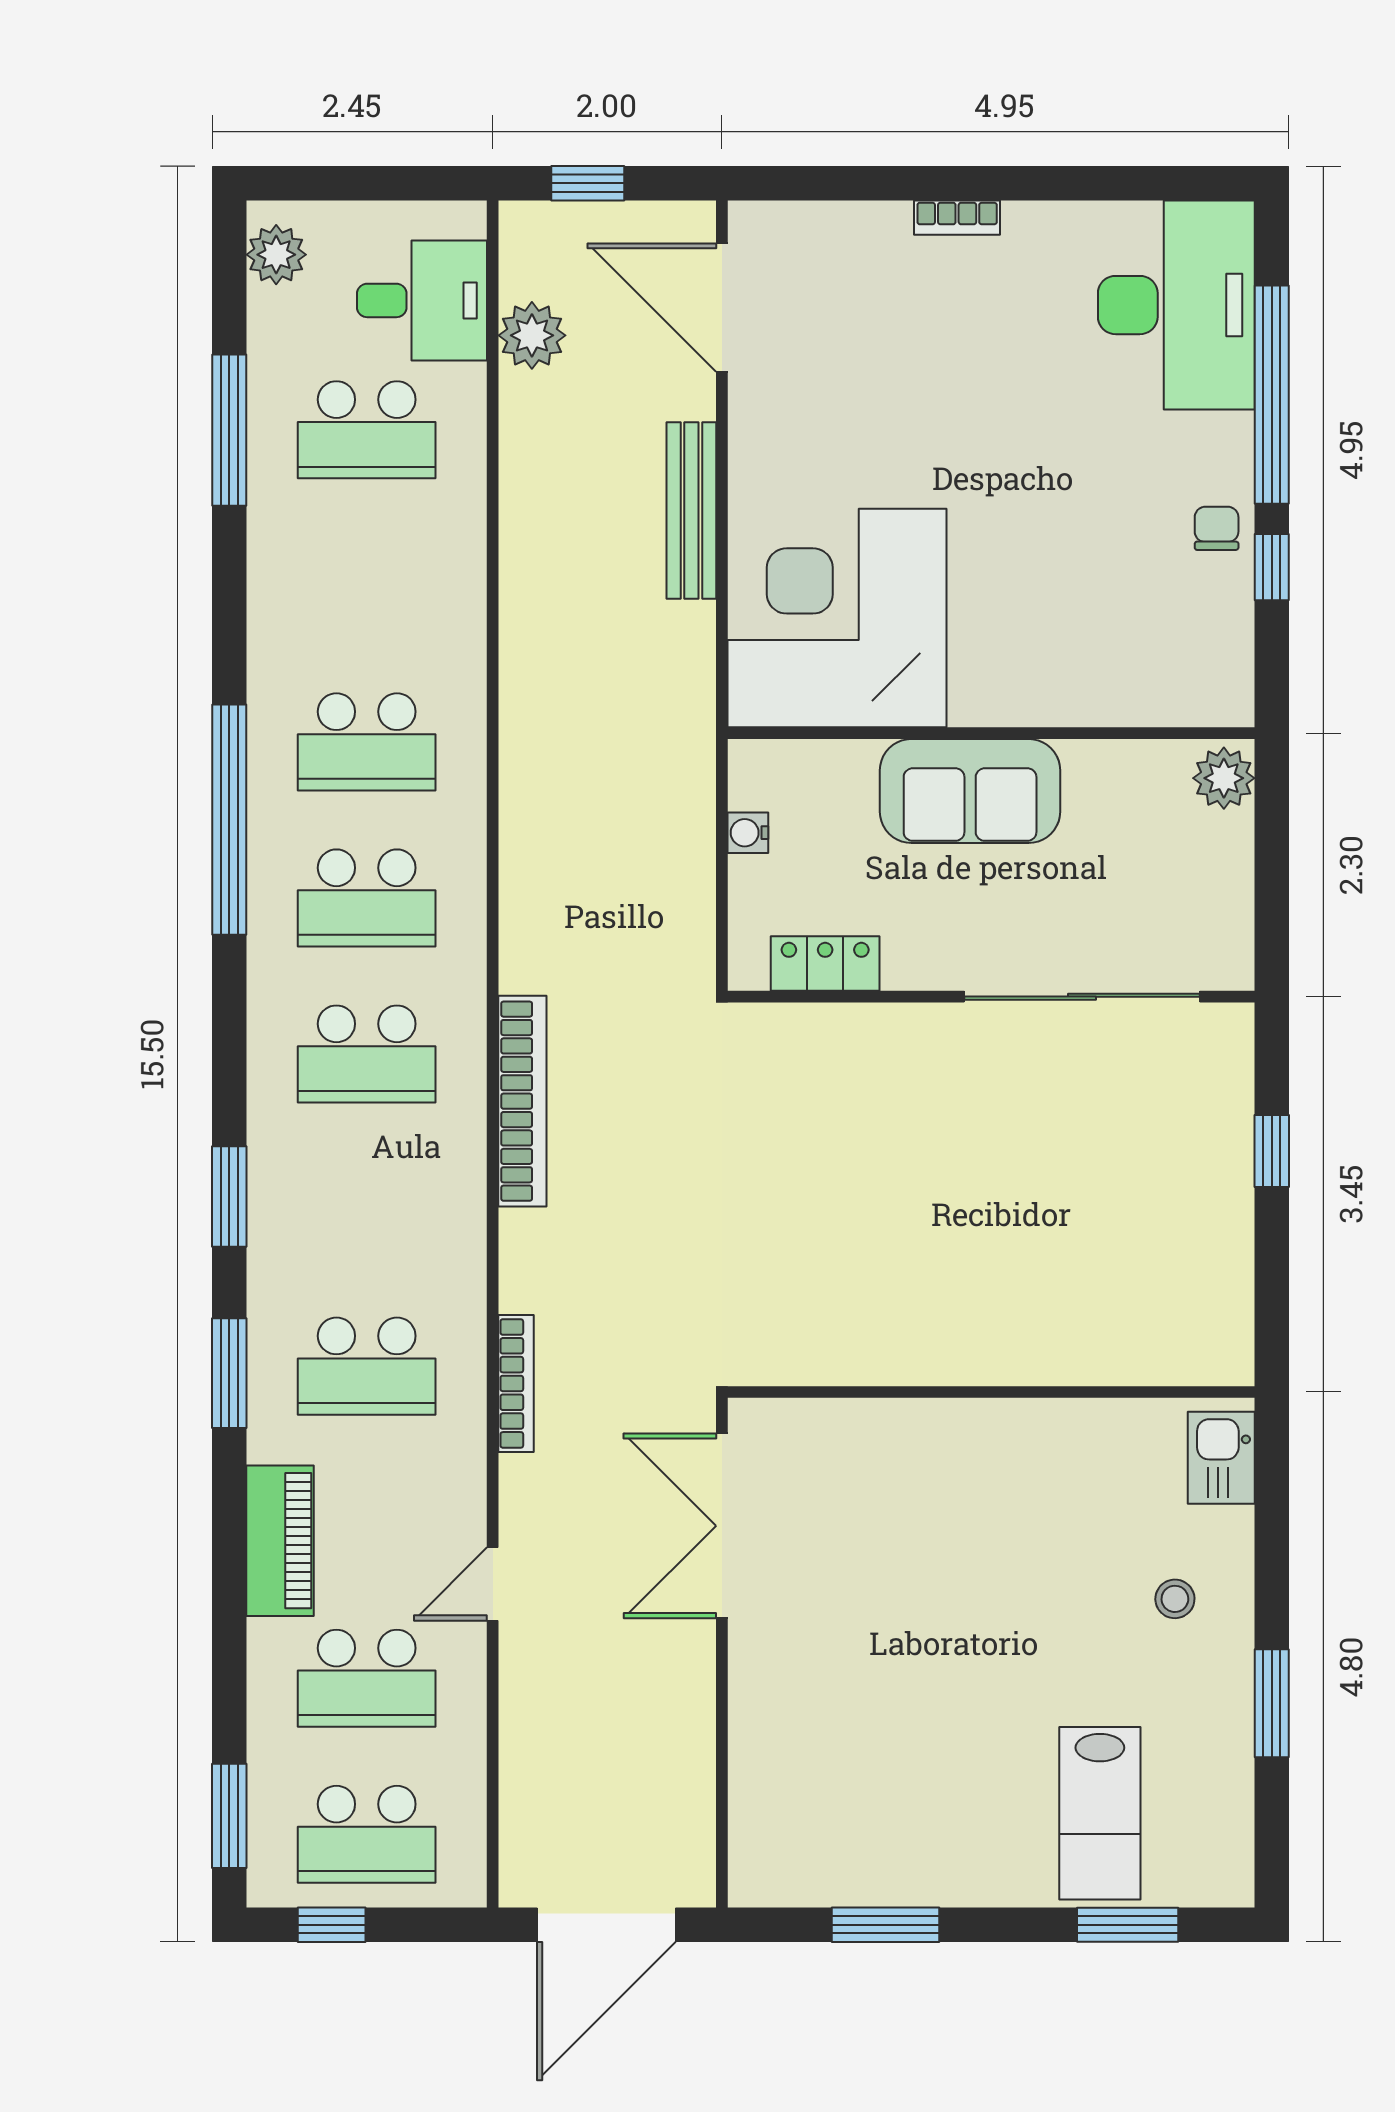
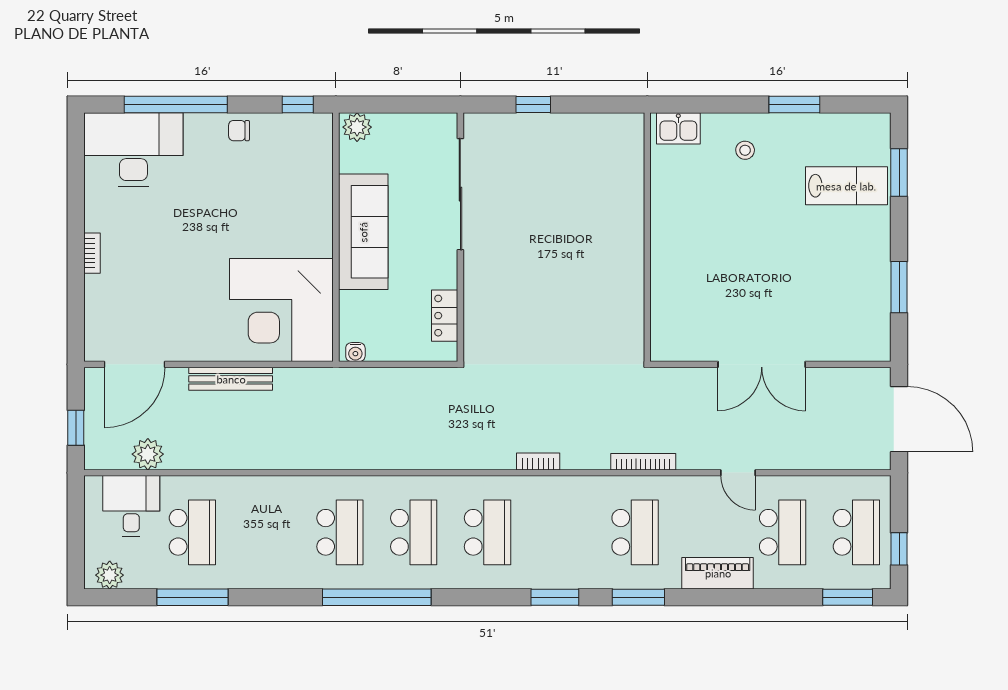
window: (1272, 567) -> (298, 104), moved
sofa: (970, 791) -> (363, 232), width x1.36
water cooler: (748, 833) -> (355, 352), moved
bookcase: (522, 1101) -> (538, 461), width x0.43, depth x0.76
double door: (722, 1526) -> (762, 364), moved

